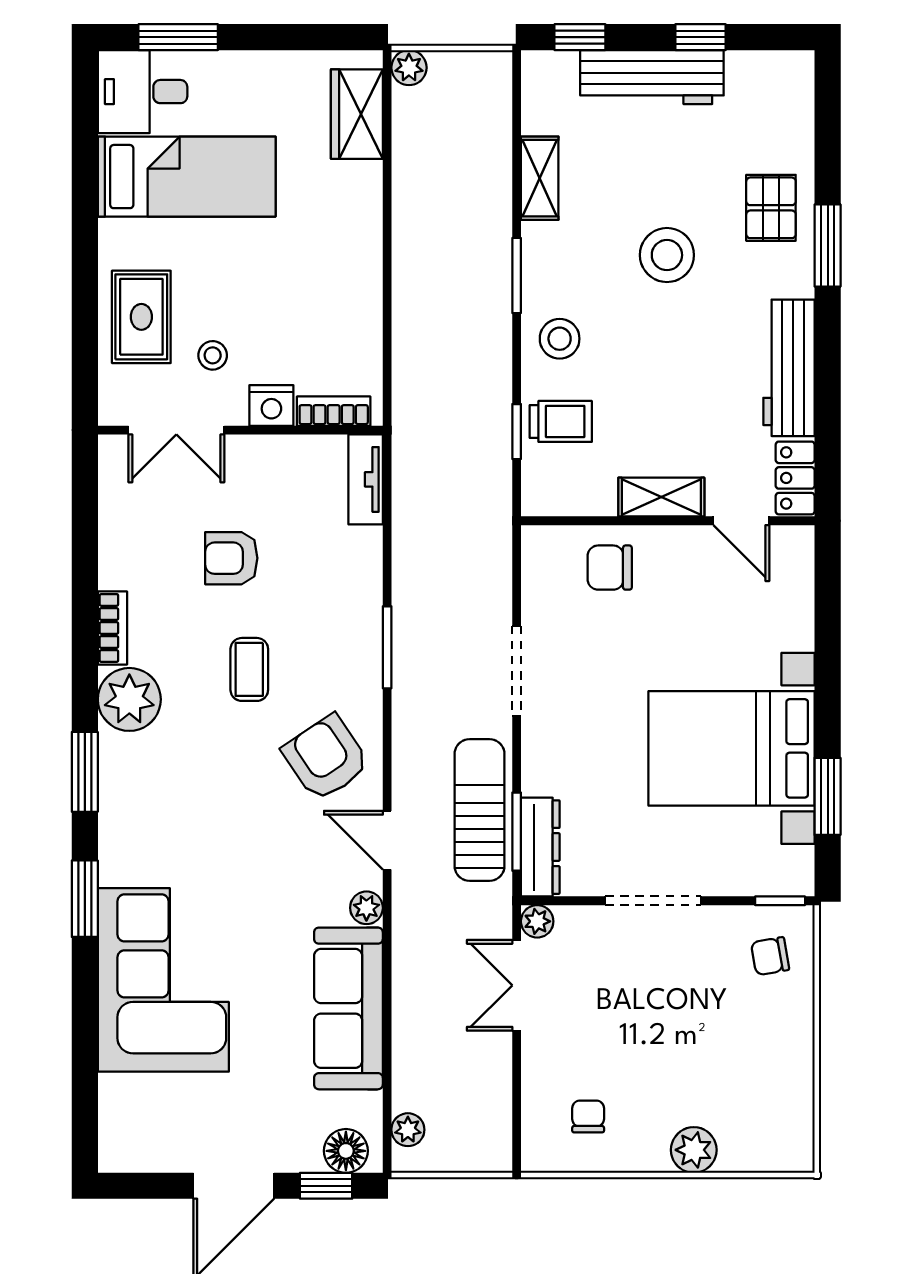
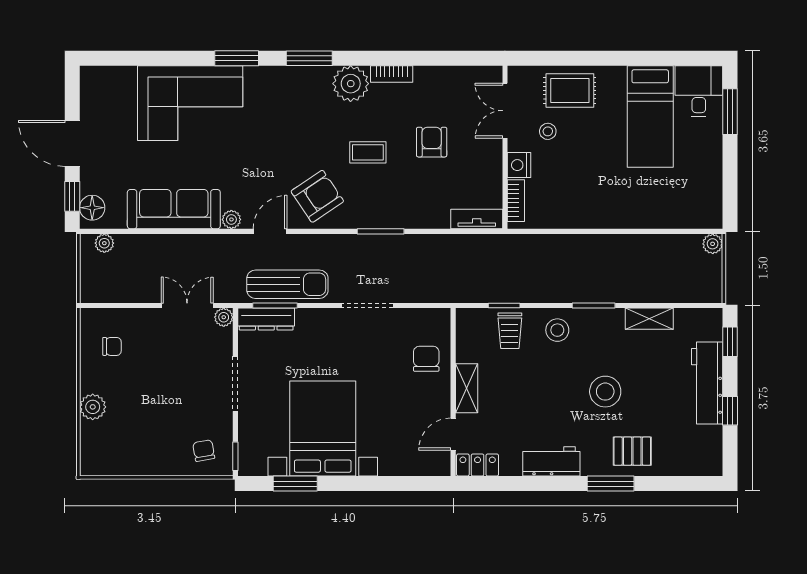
wardrobe: (357, 114) -> (686, 214), removed
workbench: (789, 368) -> (551, 461), width x0.73

